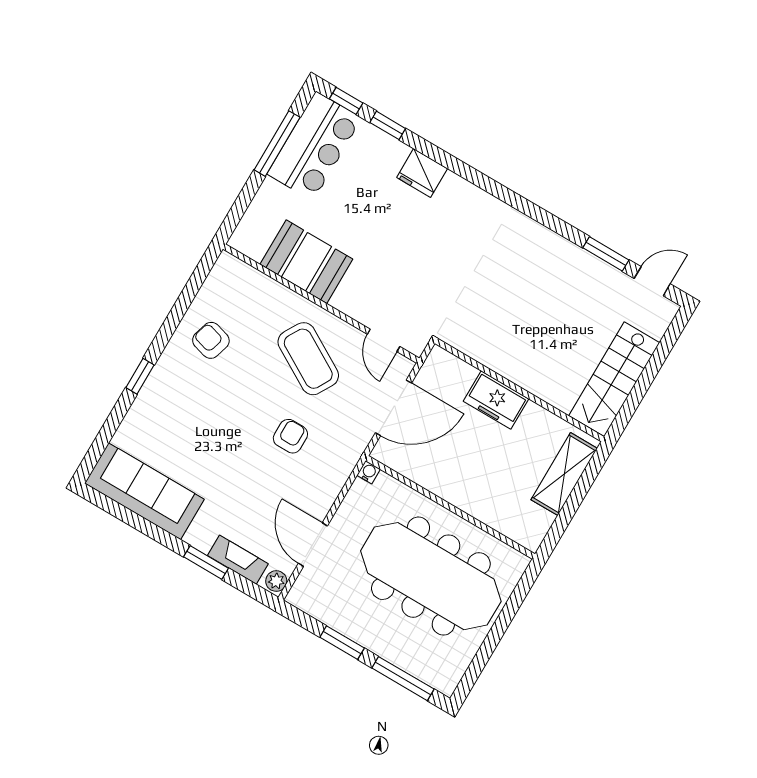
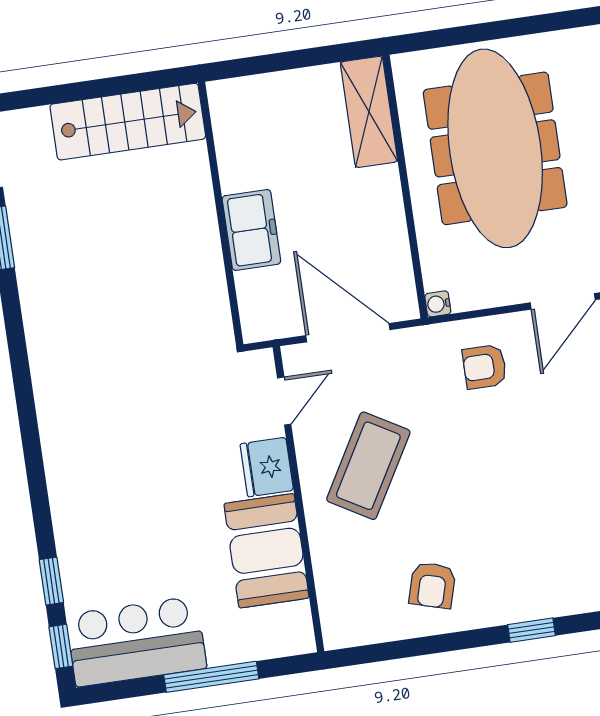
window: (277, 144) -> (211, 677), moved
fridge: (422, 173) -> (267, 467), moved, turned 180
armchair: (290, 436) -> (485, 367), moved
shelving: (564, 474) -> (369, 112), moved, turned 90

